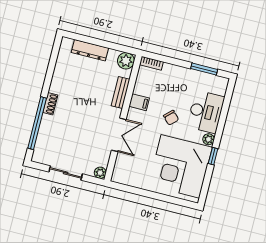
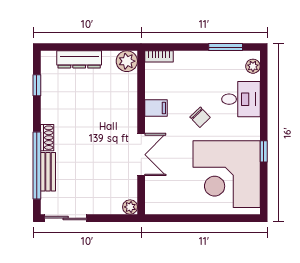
window: (53, 62) -> (37, 85), added
bench: (120, 93) -> (48, 172), moved
desk: (206, 112) -> (241, 99), width x0.73
plant: (209, 139) -> (253, 66), moved
sliding door: (66, 173) -> (66, 218), moved

